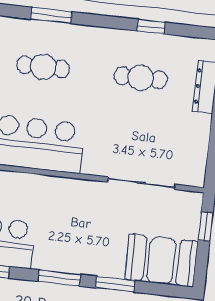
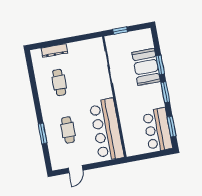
window: (151, 27) -> (34, 85), removed
booth: (161, 260) -> (146, 67), moved

